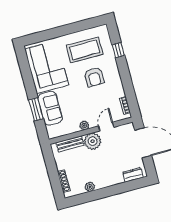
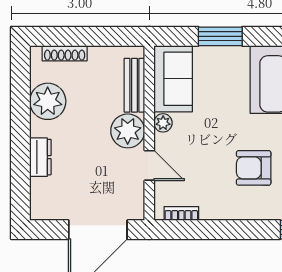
sofa: (50, 108) -> (173, 79), moved, turned -90
dresser: (133, 175) -> (40, 157), moved
plant: (90, 187) -> (48, 101), width x1.87, depth x1.87

